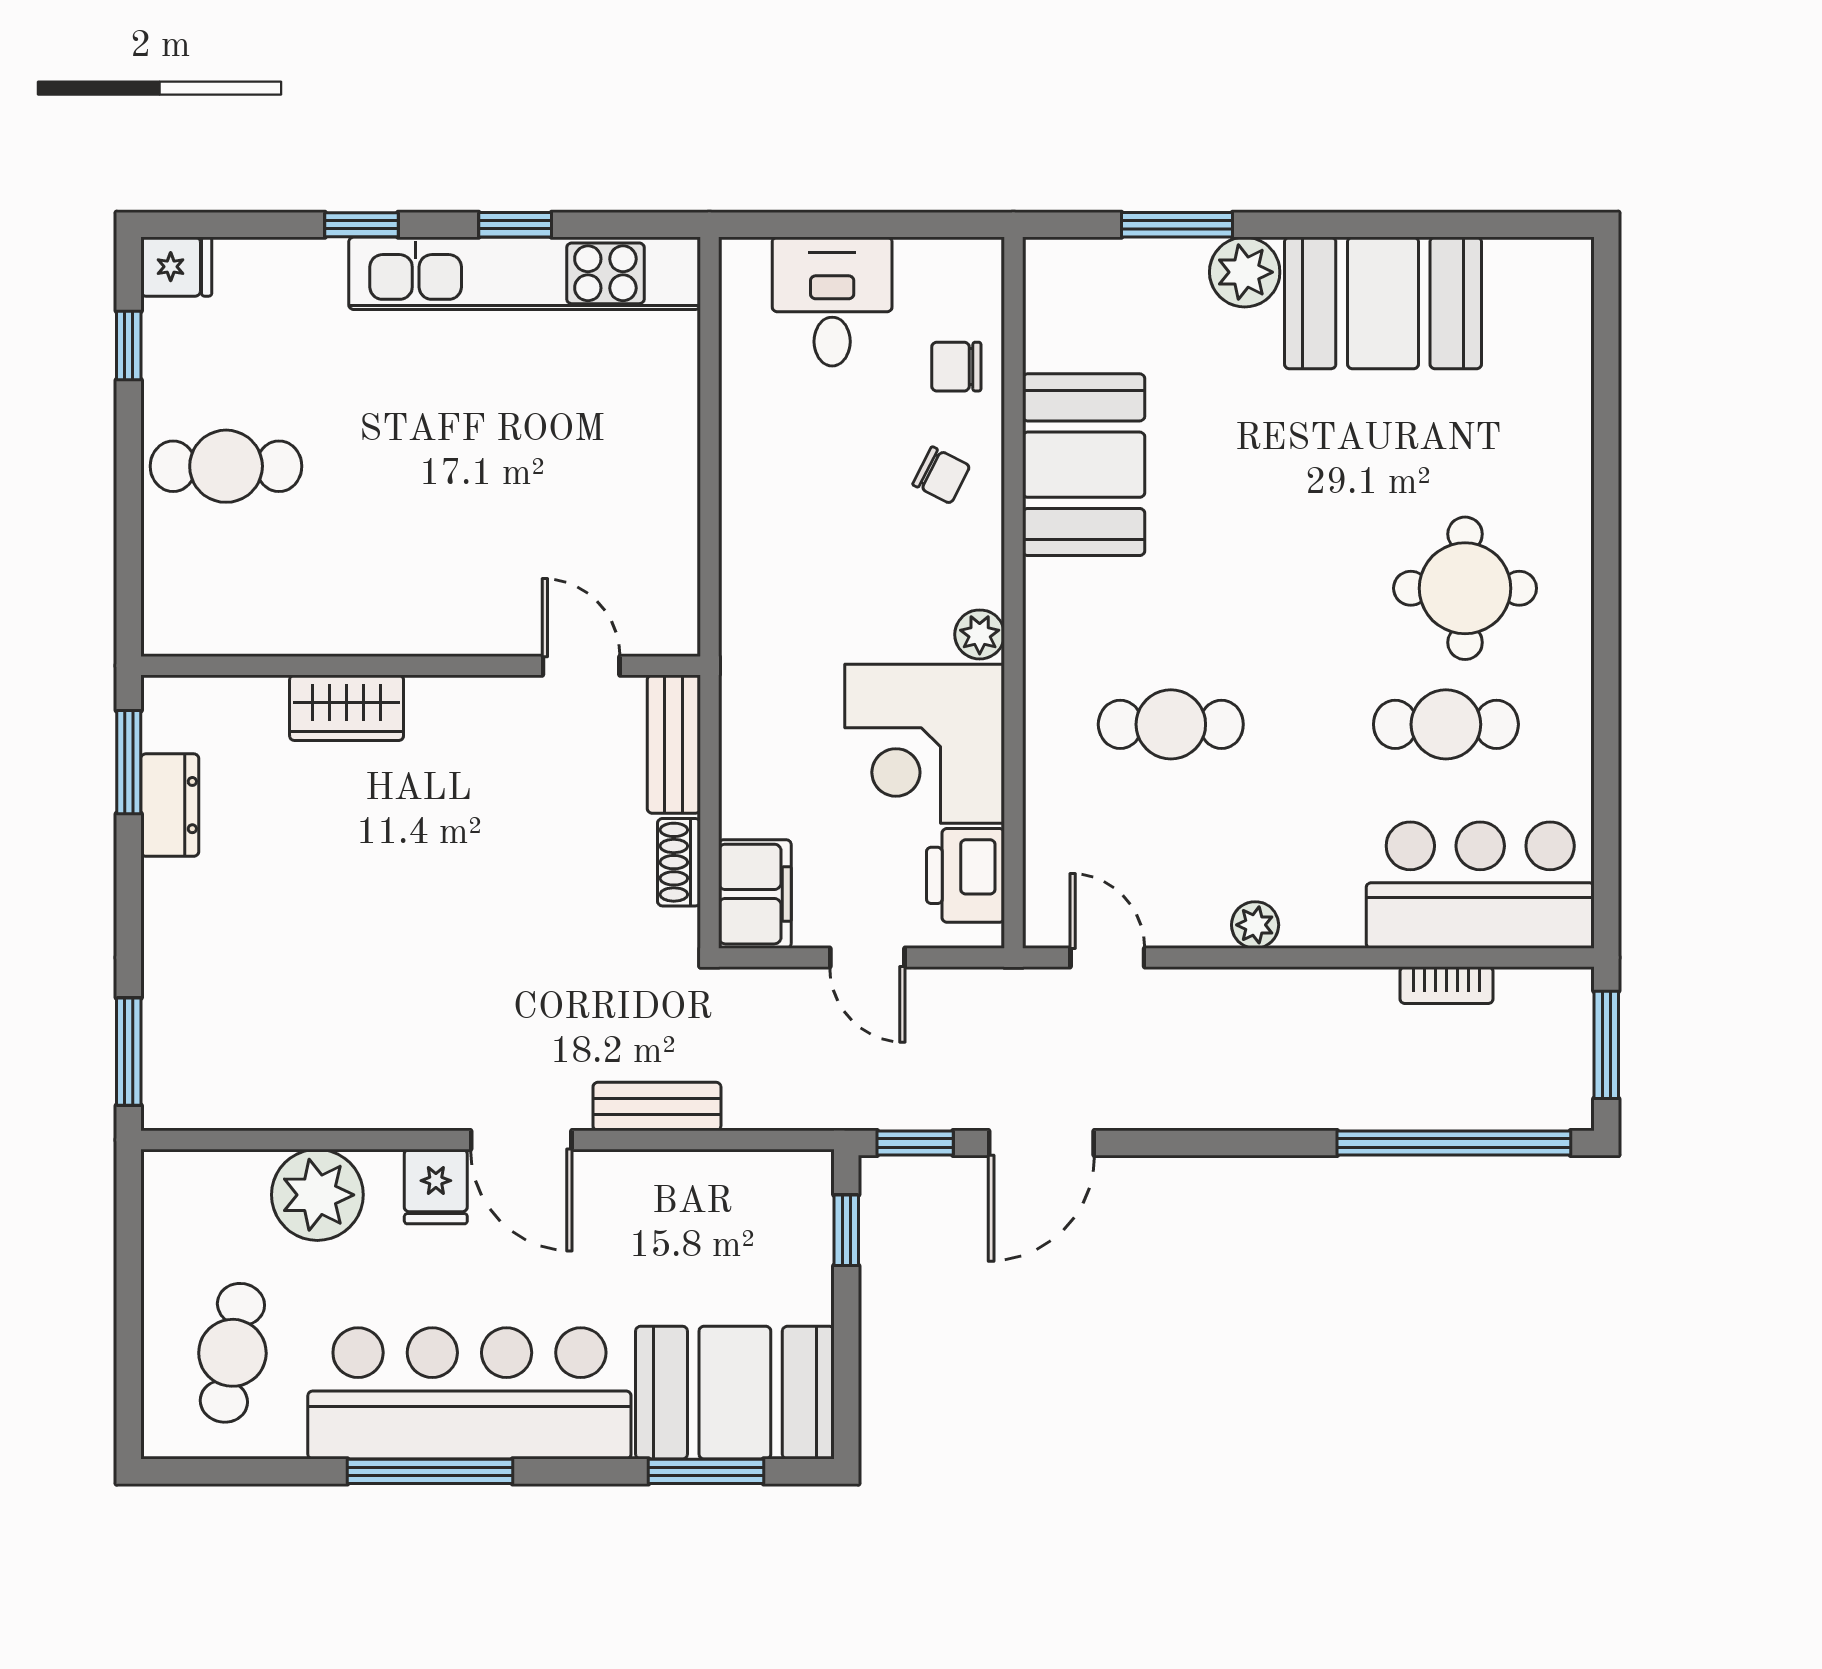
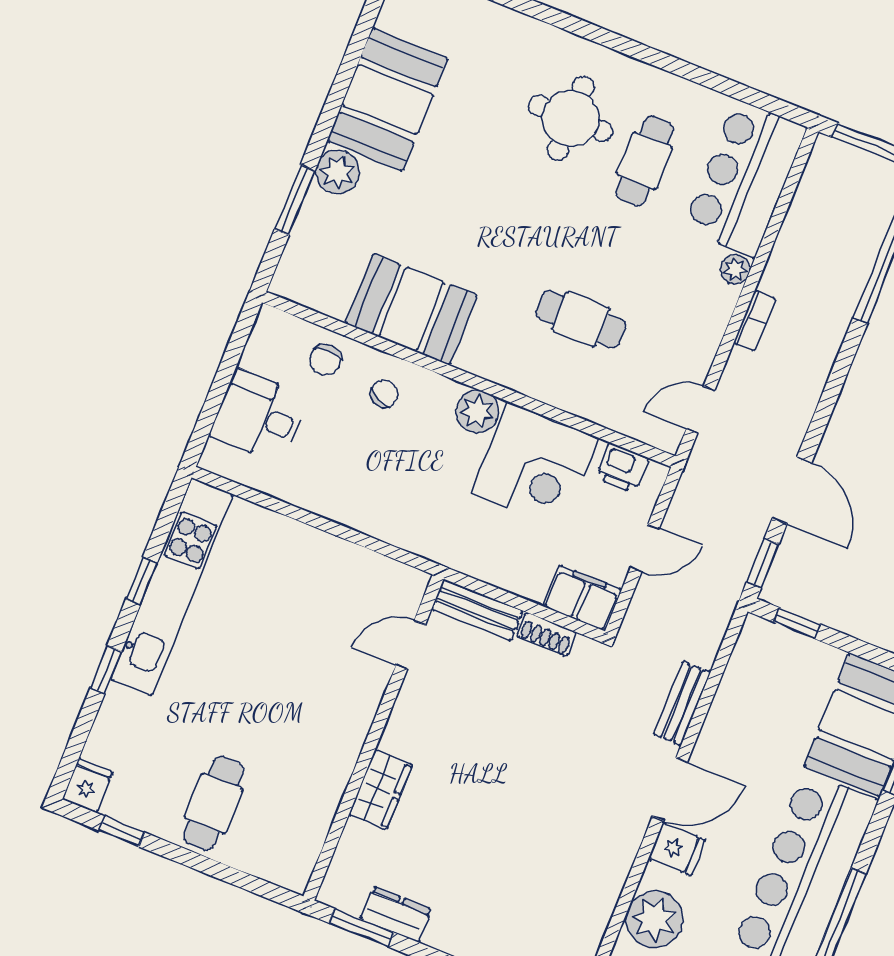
plant: (980, 634) -> (477, 412), width x1.38, depth x1.38
cafe table: (1171, 724) -> (581, 319), turned 90
printer: (965, 875) -> (622, 468), width x0.73, depth x0.81
plant: (1255, 925) -> (735, 269), moved
bookcase: (1447, 985) -> (755, 321), moved

